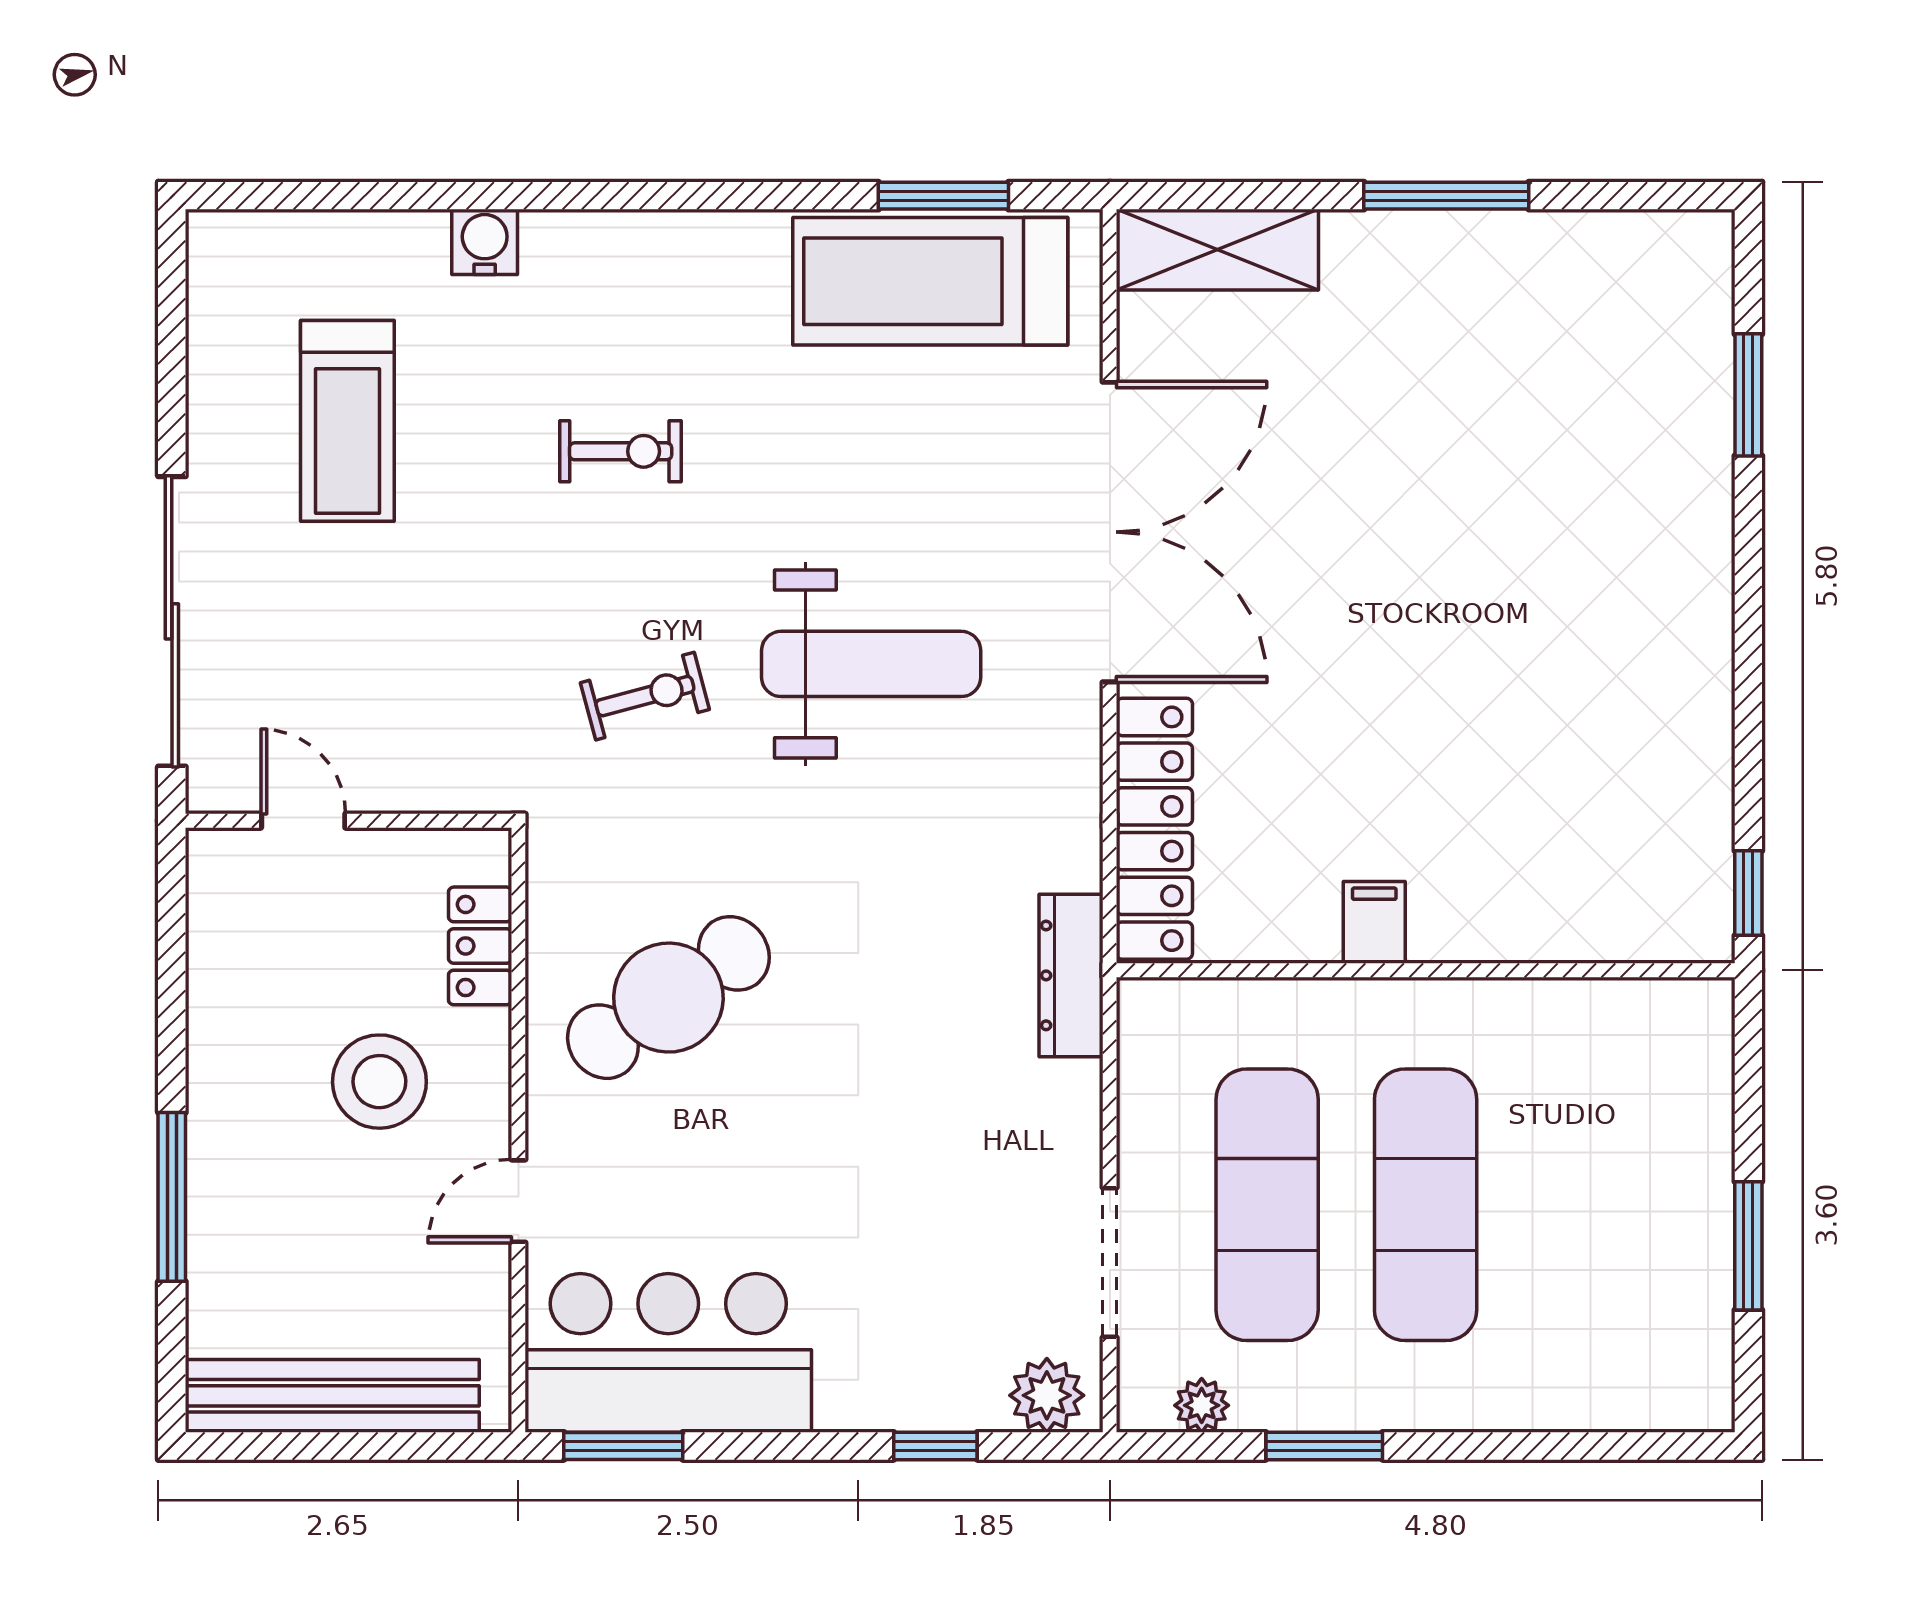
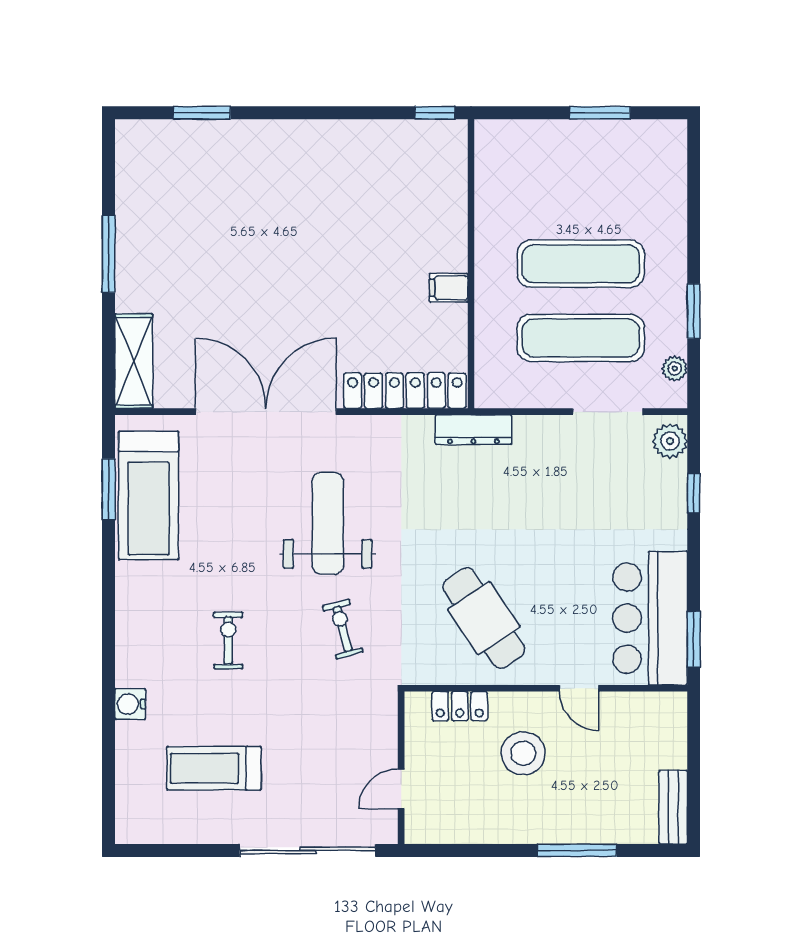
treadmill: (347, 421) -> (214, 768), turned 180
bench: (332, 1396) -> (673, 807), width x0.54, depth x0.82

